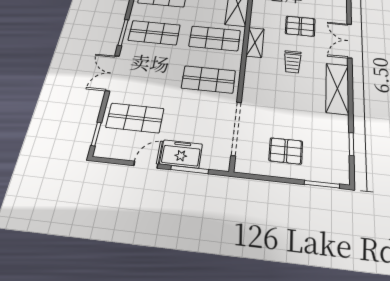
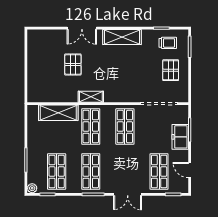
trolley: (293, 62) -> (168, 43), moved
door: (146, 165) -> (190, 170), moved

